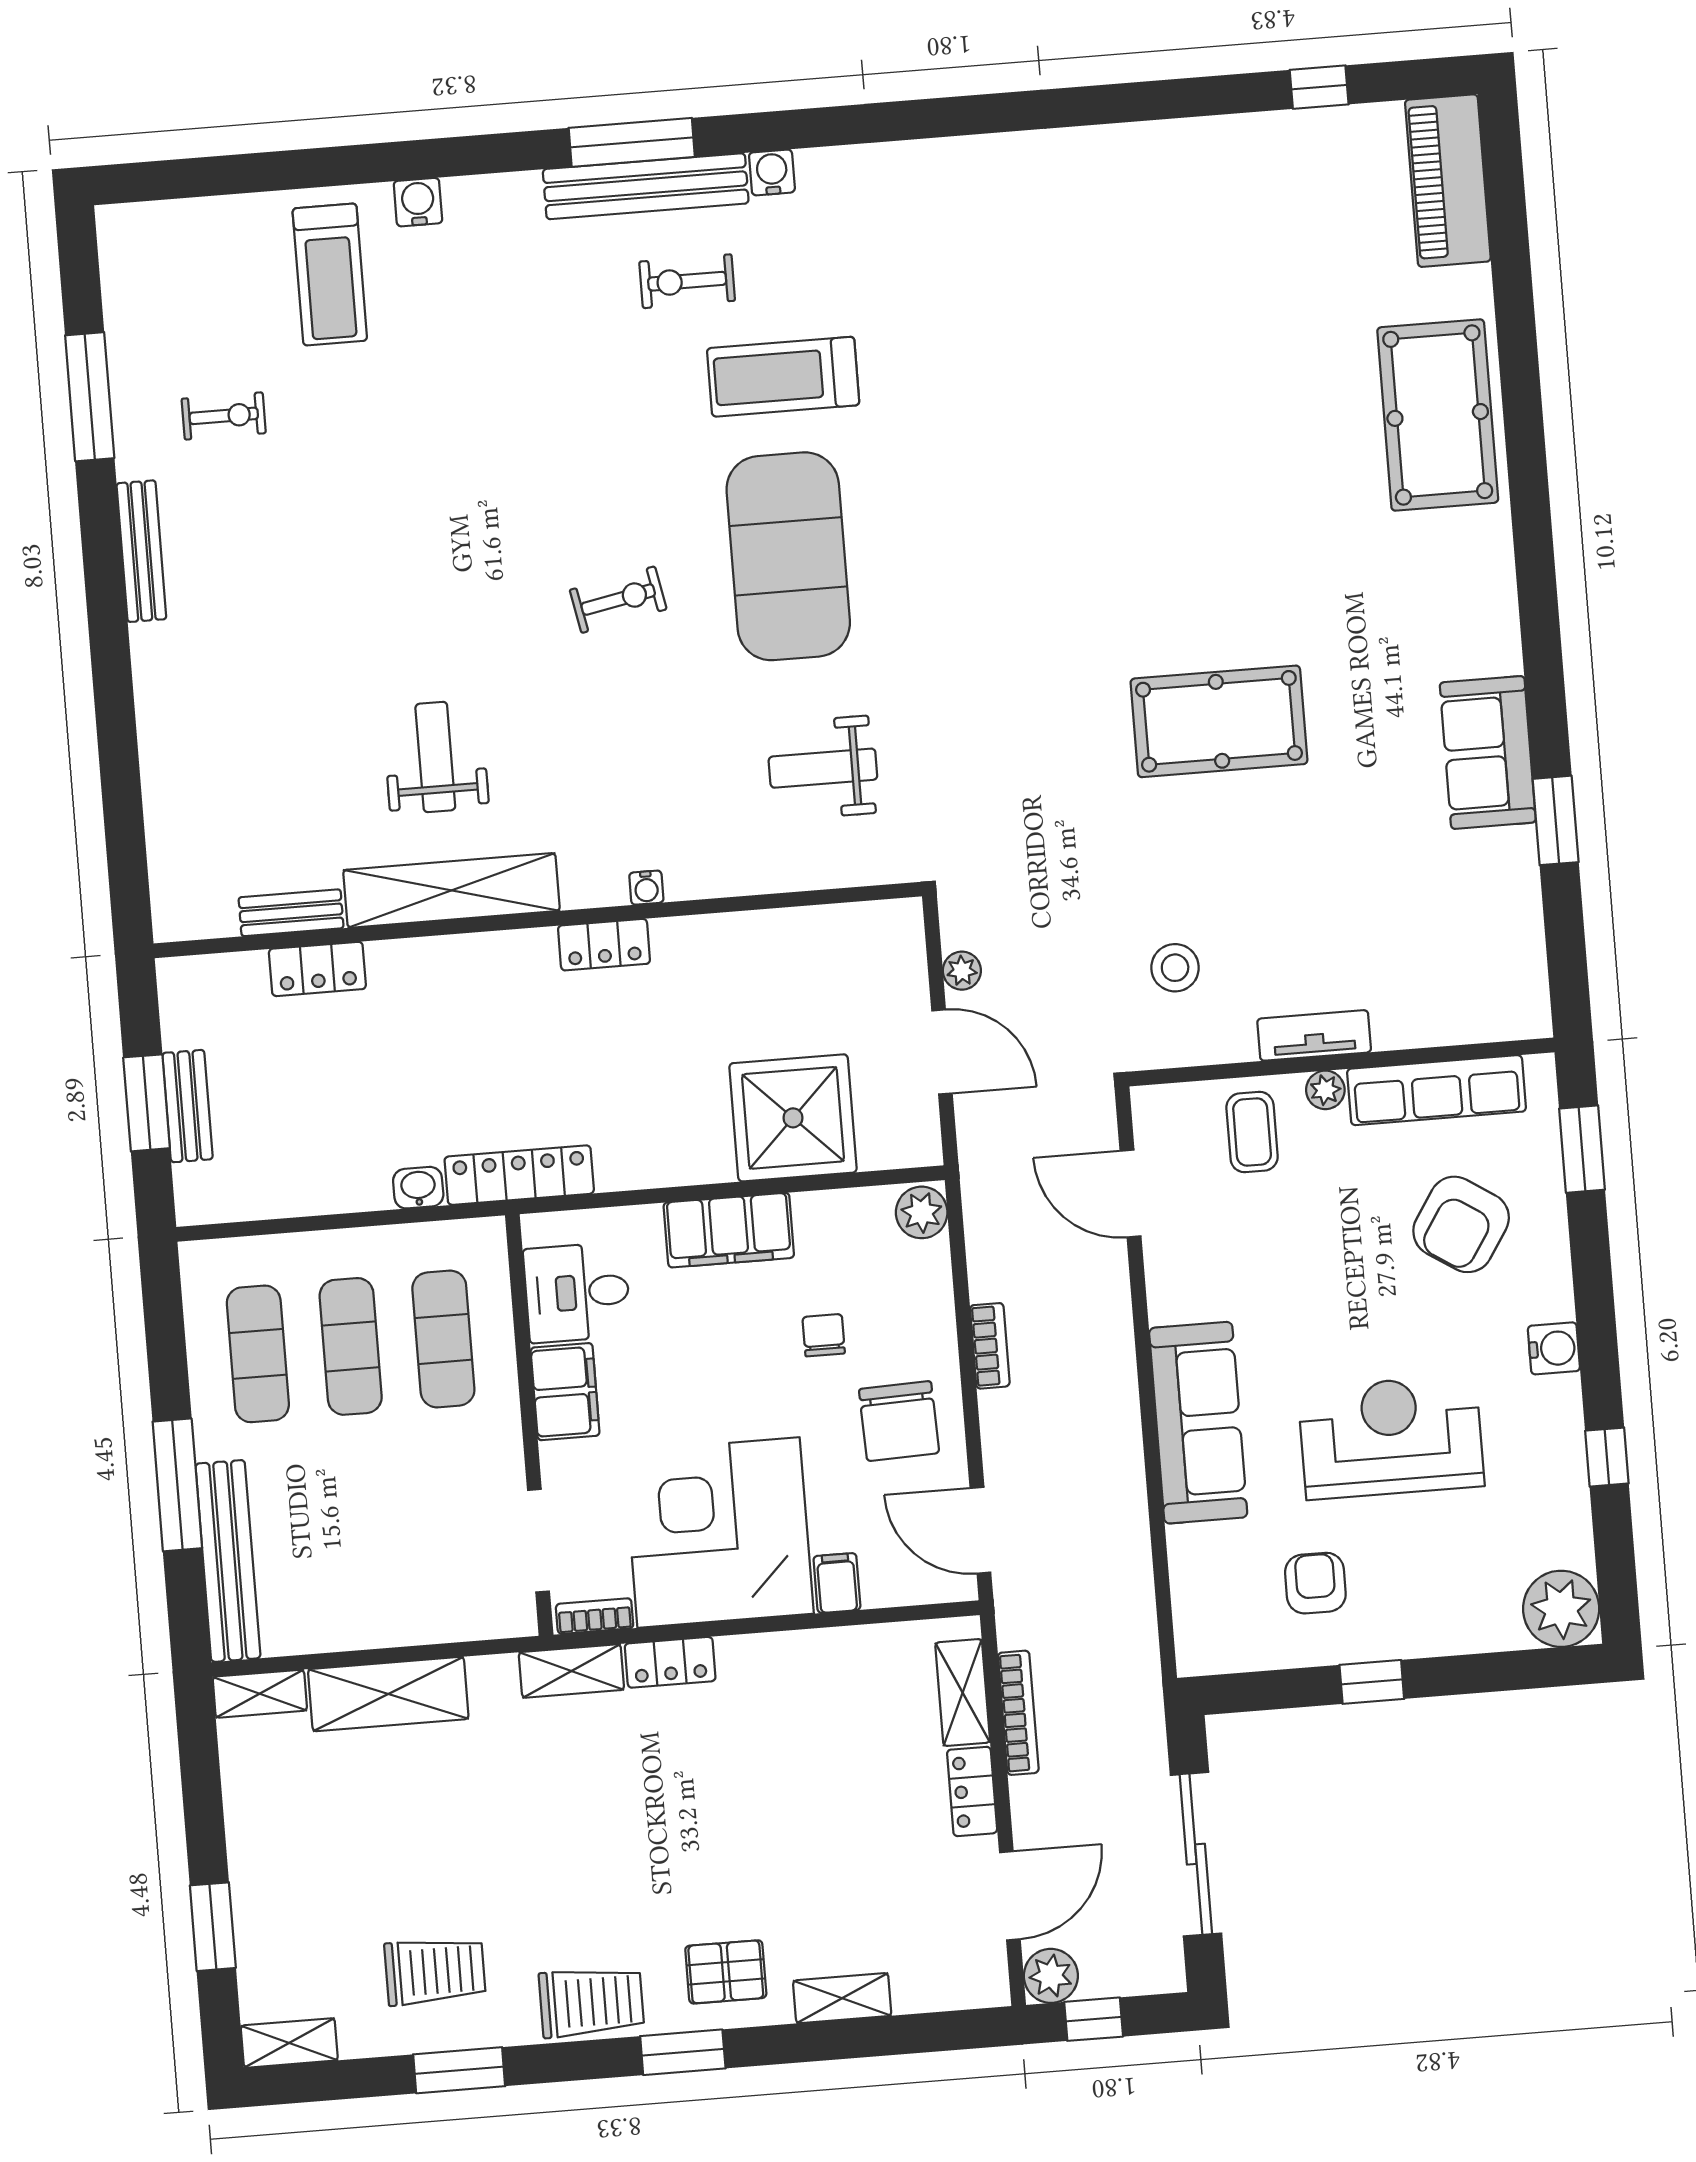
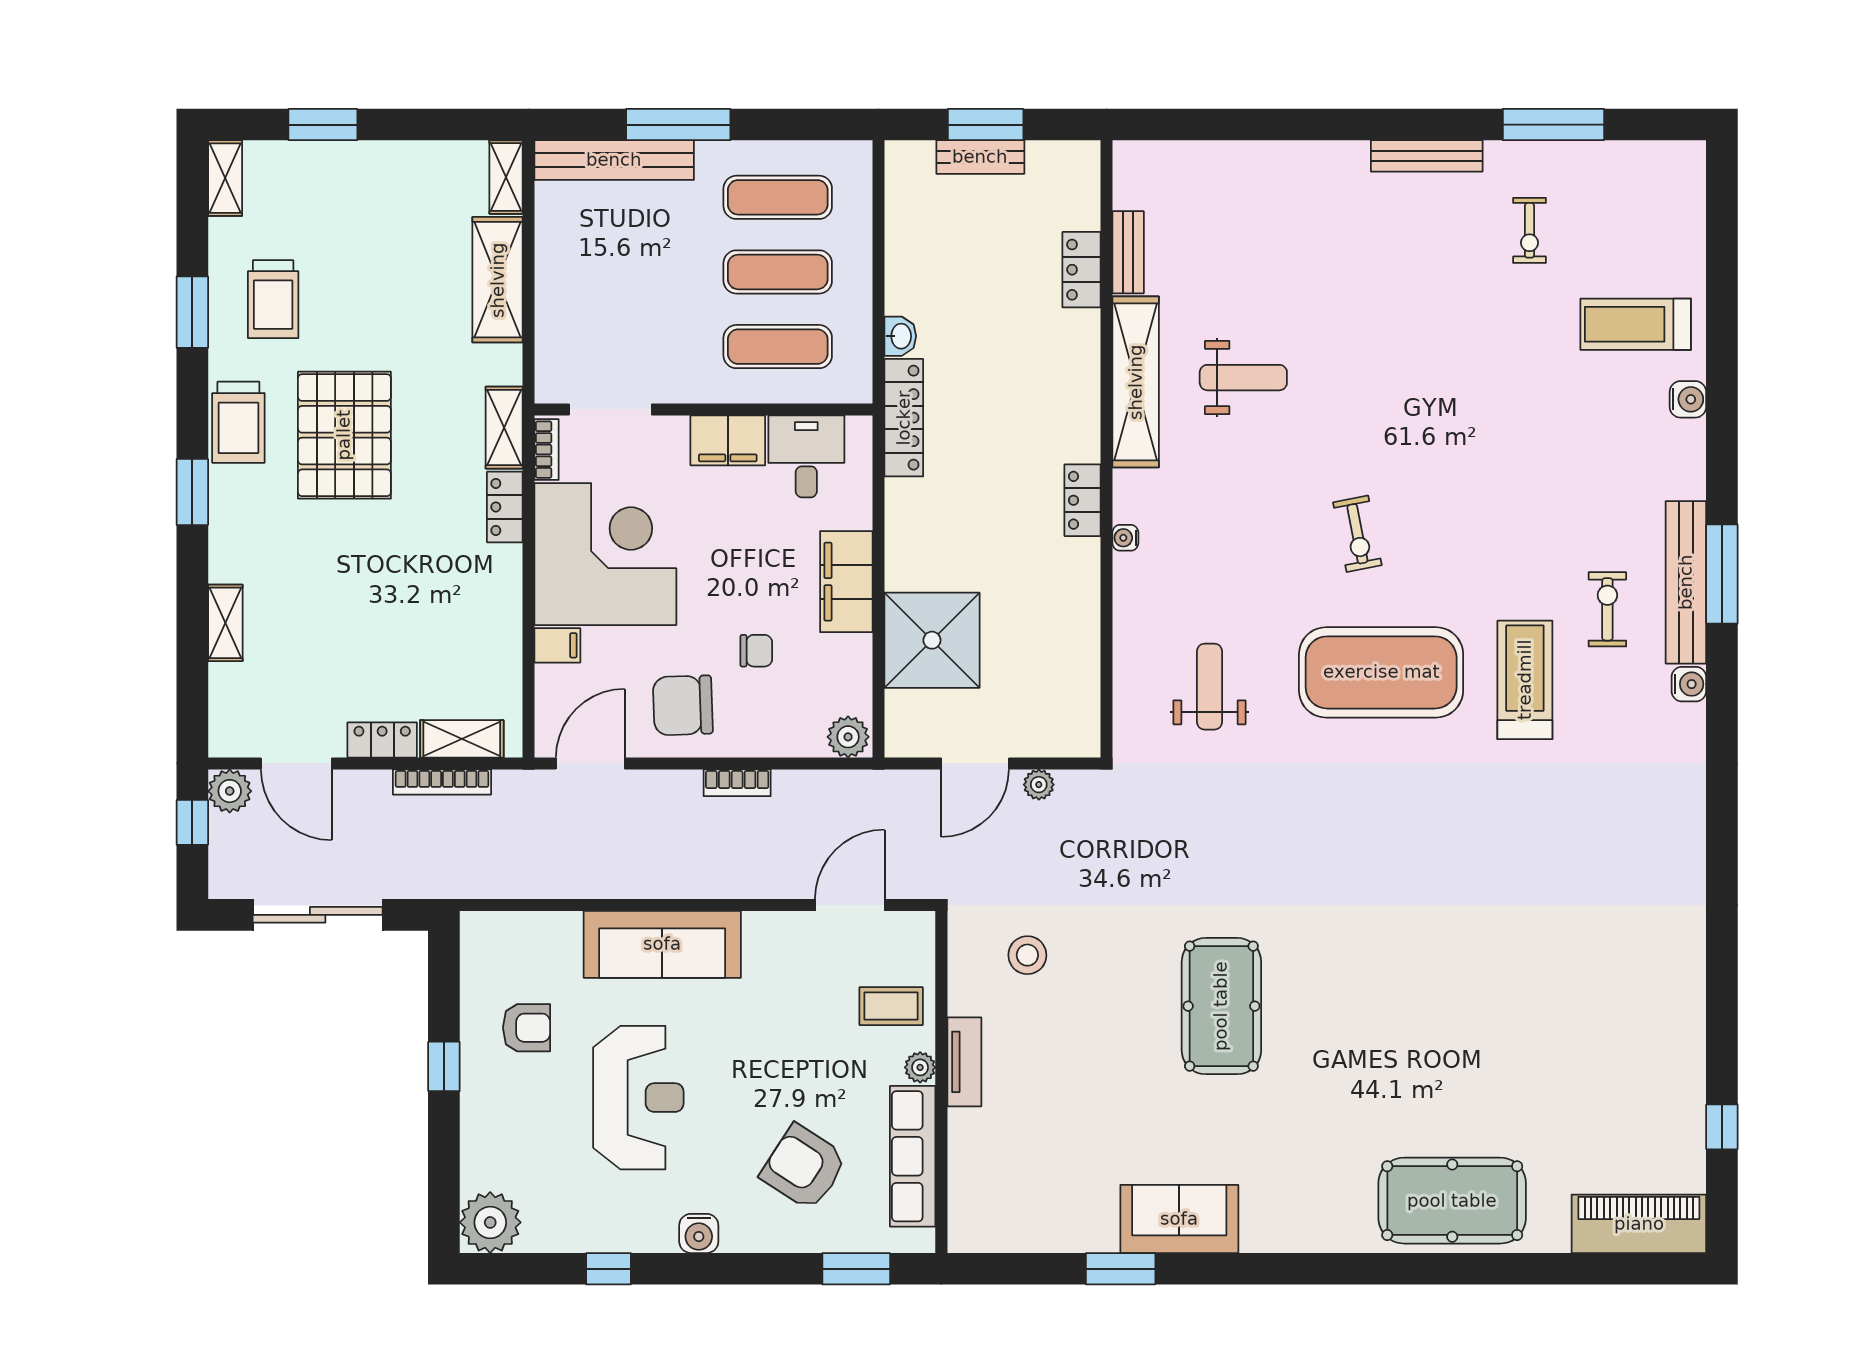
pallet: (726, 1972) -> (344, 435), moved, width x2.05, depth x2.00

